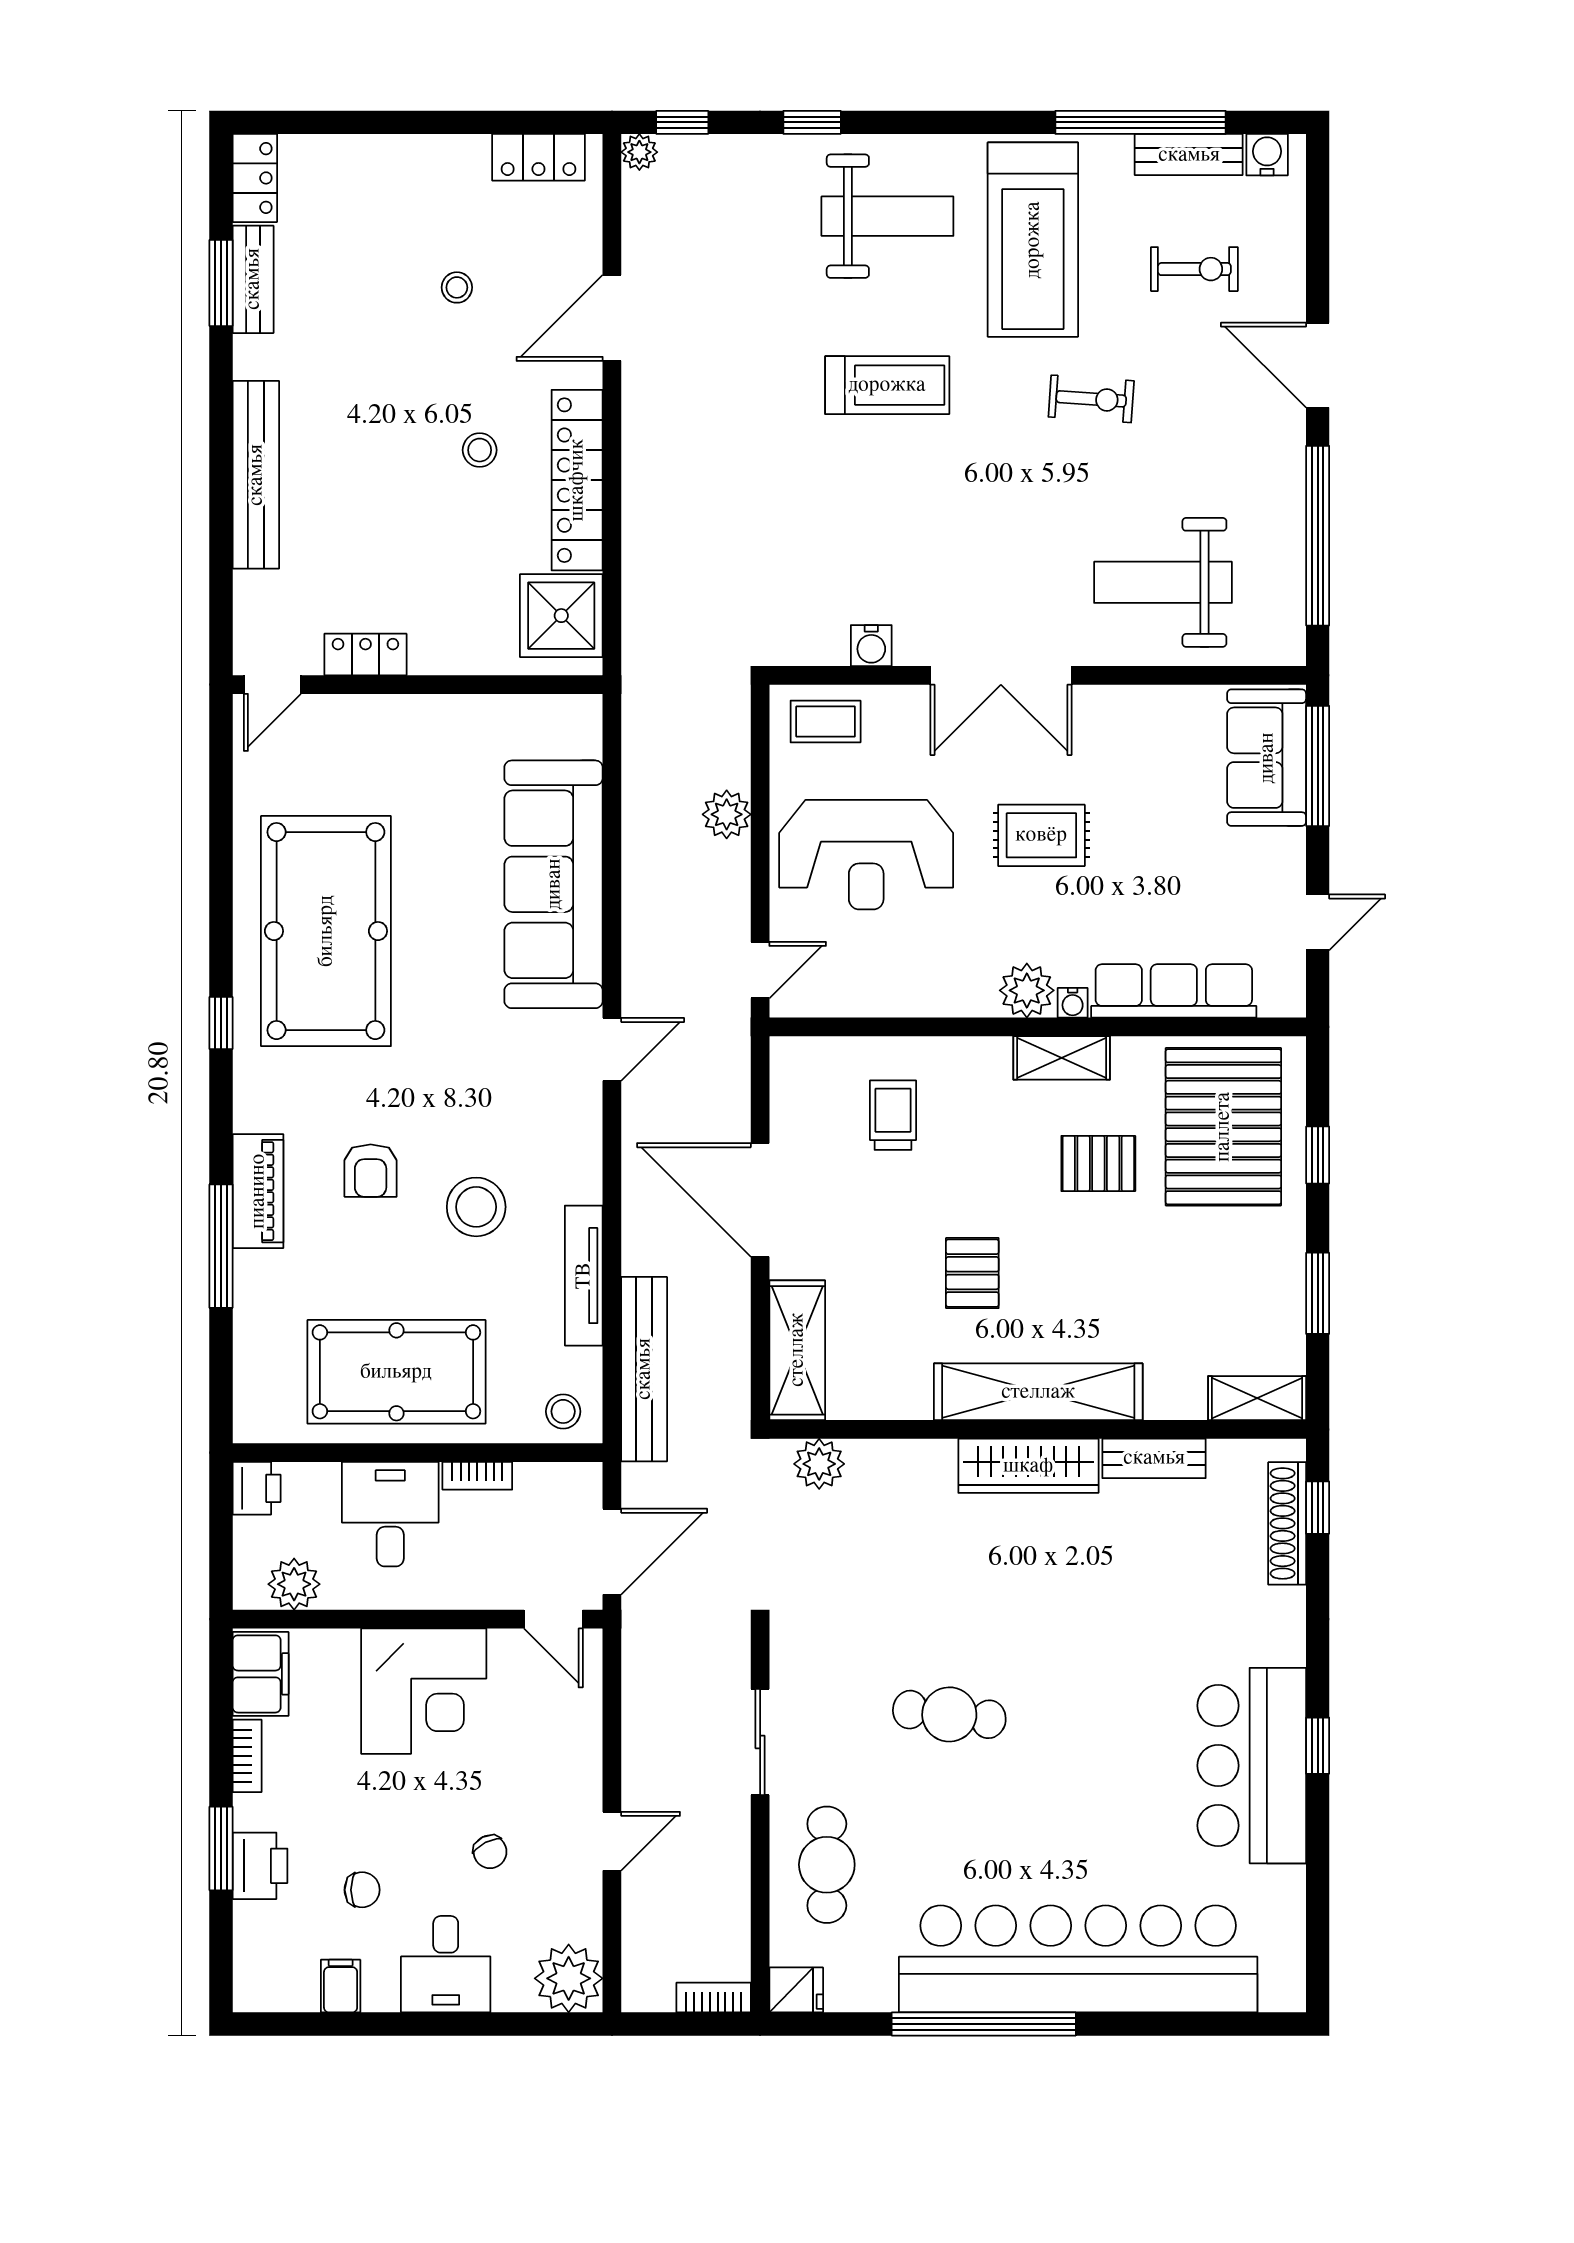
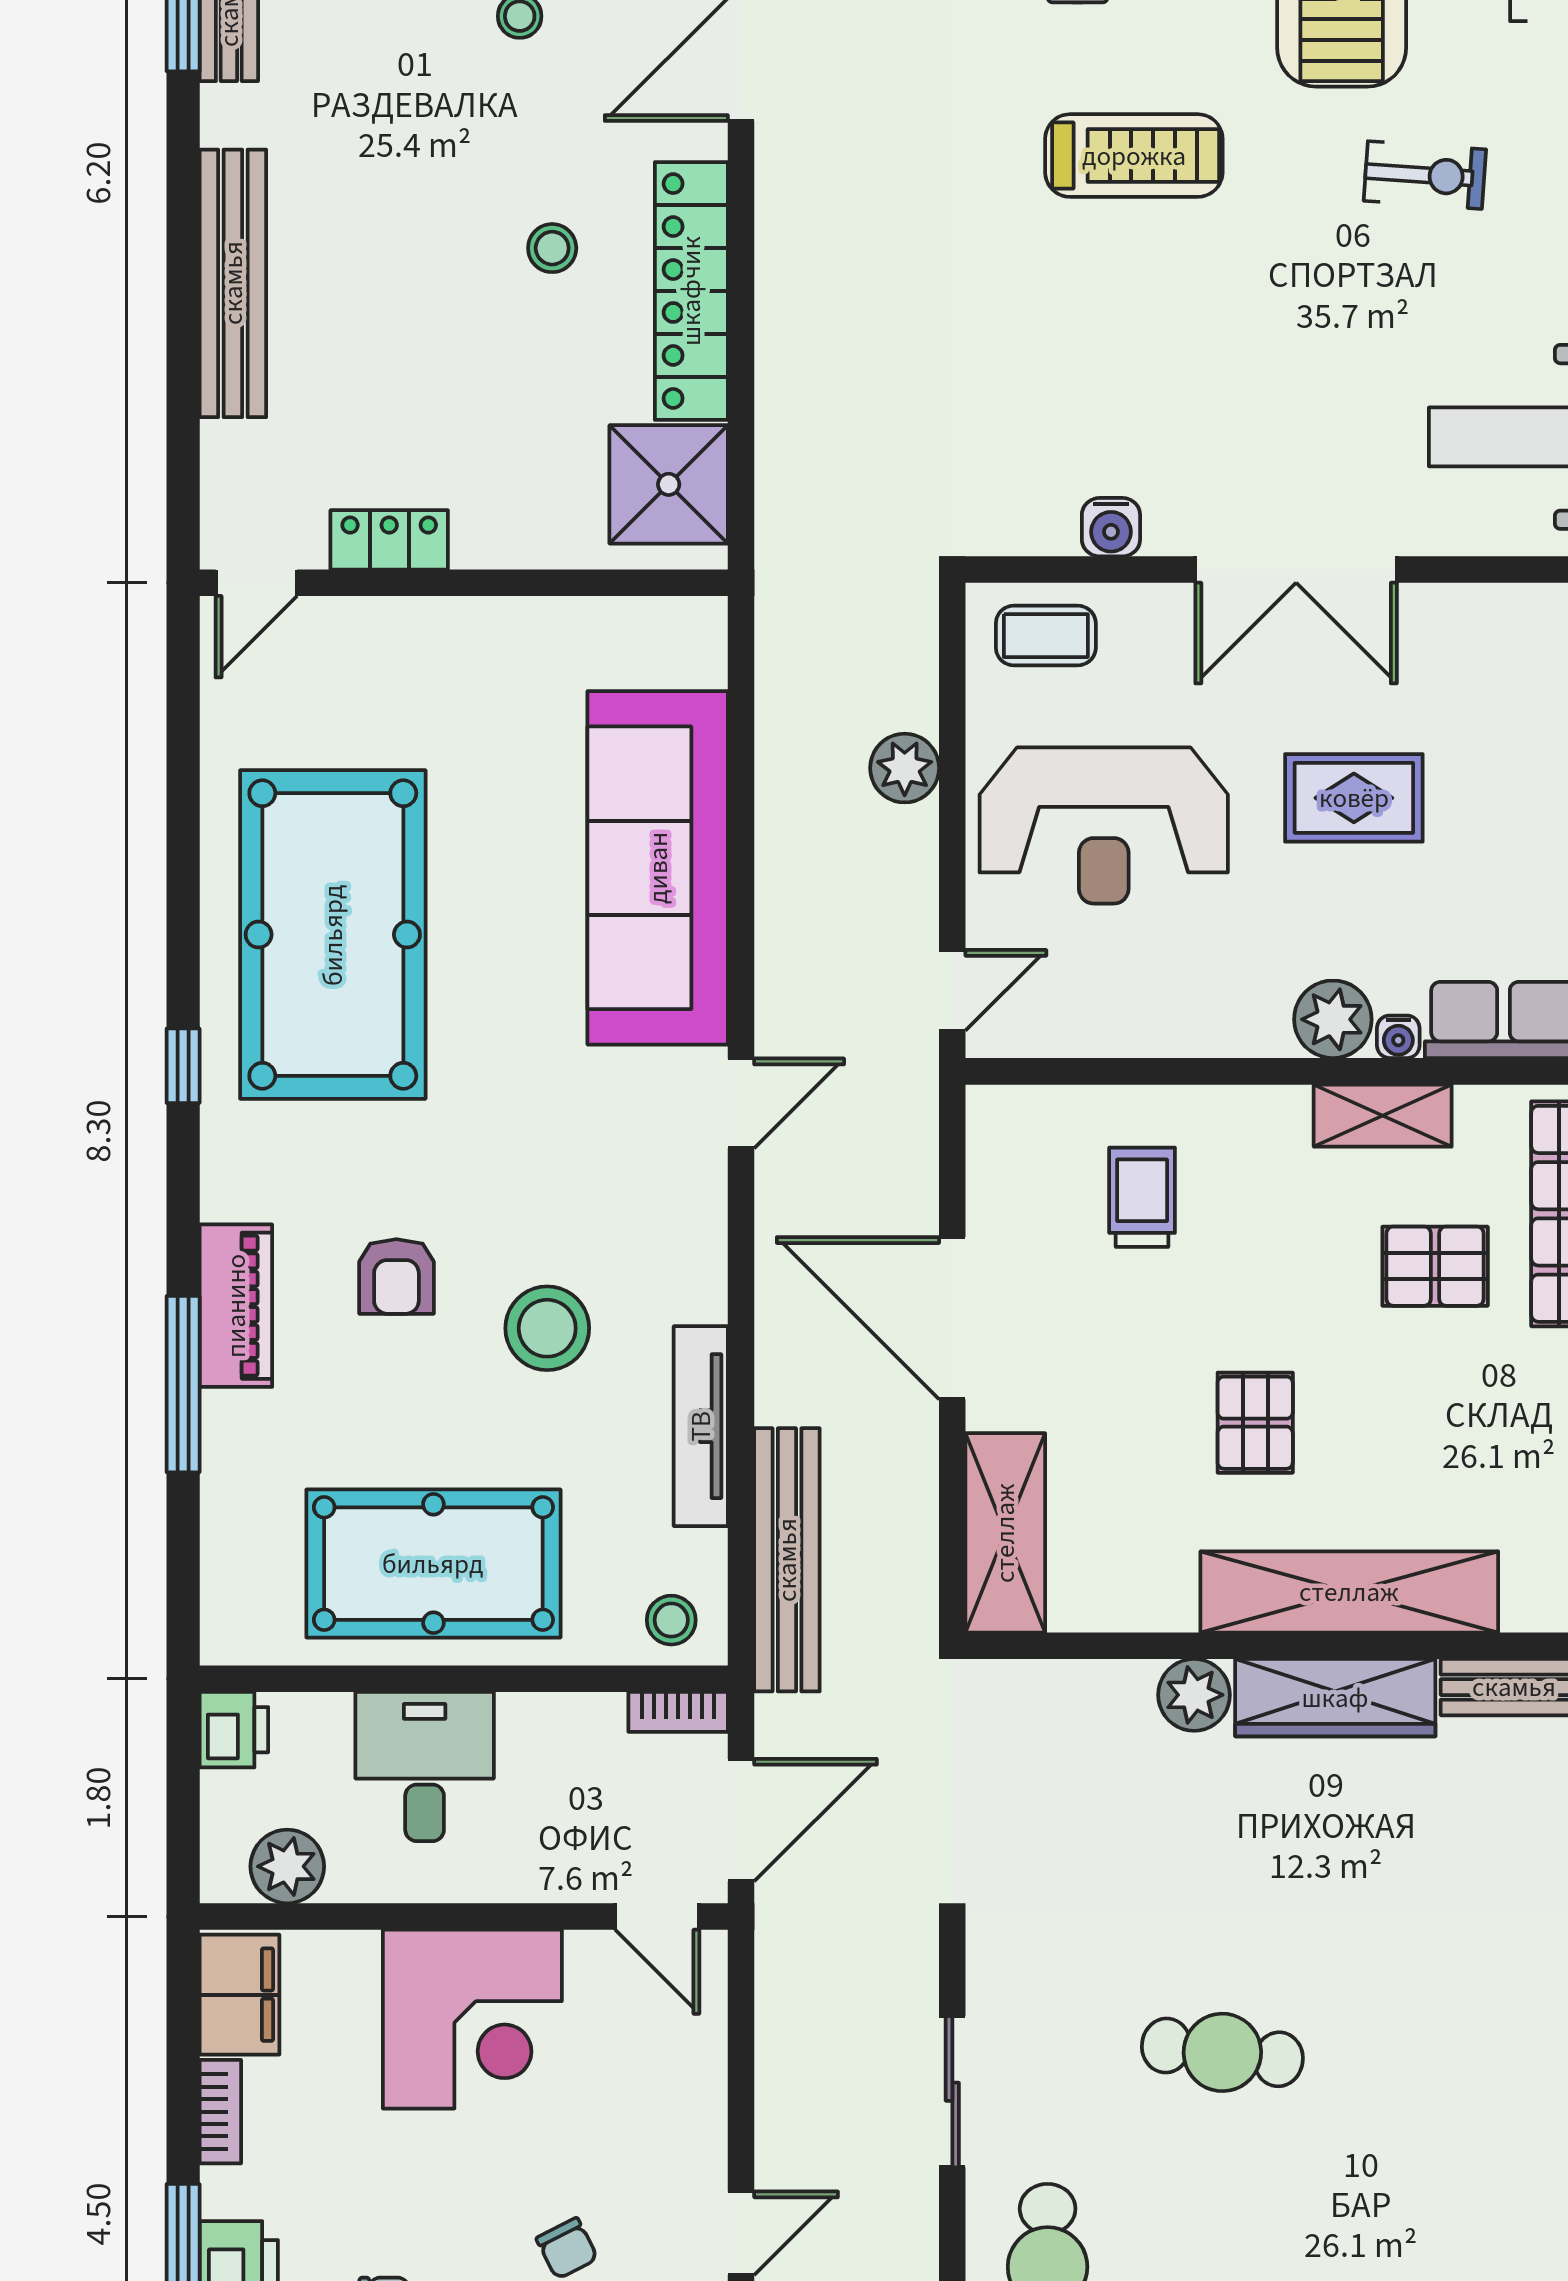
plant: (819, 1464) -> (1194, 1695), moved
bookcase: (477, 1476) -> (678, 1712), moved

